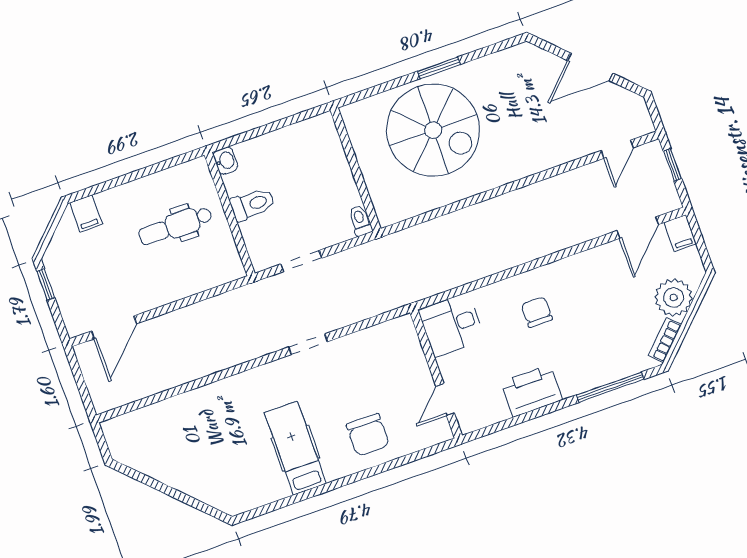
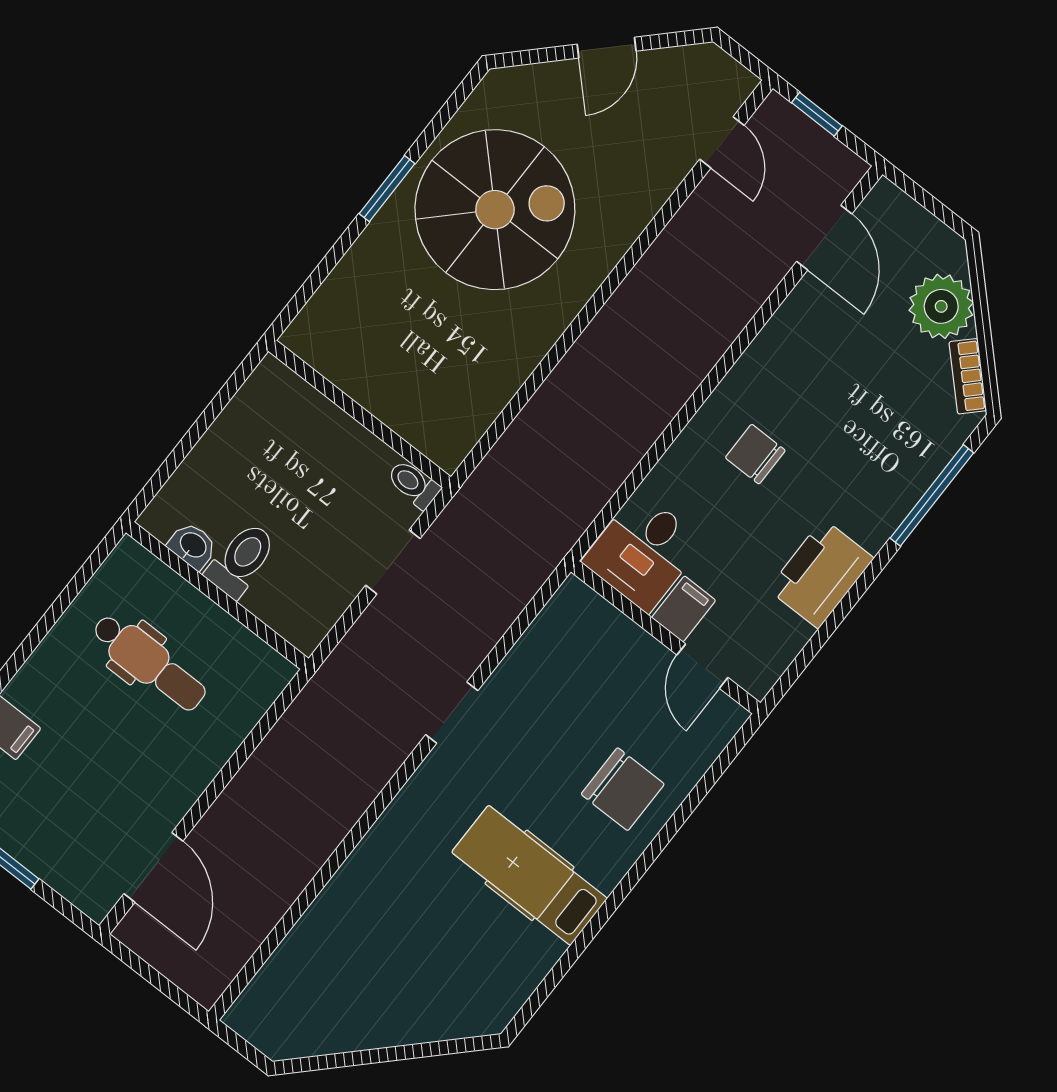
door: (590, 67) -> (607, 48), width x0.73
spiral stairs: (433, 130) -> (495, 210), moved
washbasin: (225, 161) -> (193, 546), moved
dental chair: (175, 226) -> (149, 662), turned -90
filing cabinet: (680, 233) -> (684, 609), moved, turned -90
doorway: (301, 261) -> (393, 562), moved

